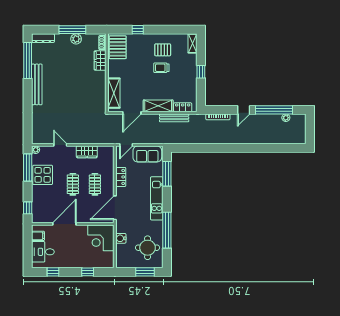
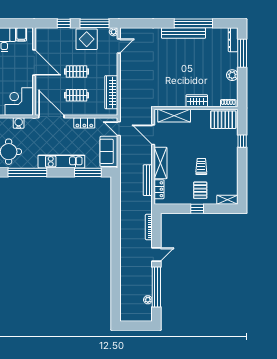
window: (72, 30) -> (242, 53), moved
pallet: (163, 50) -> (200, 190), moved
window: (28, 60) -> (193, 23), moved
wardrobe: (100, 60) -> (197, 101), moved
door: (244, 110) -> (156, 255), swing flipped
door: (60, 145) -> (119, 46), moved
wardrobe: (87, 152) -> (111, 92), width x1.50
window: (28, 208) -> (64, 23), moved

